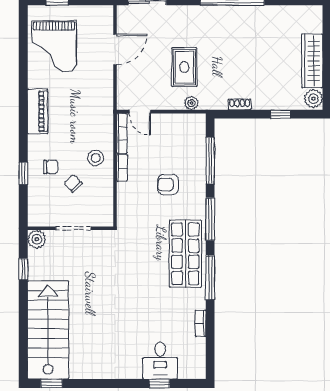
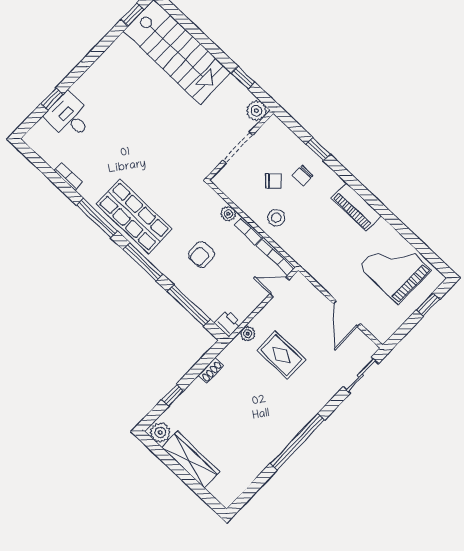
printer: (197, 123) -> (228, 323), added
armchair: (168, 185) -> (201, 254), turned 180
plant: (124, 192) -> (228, 214), added

